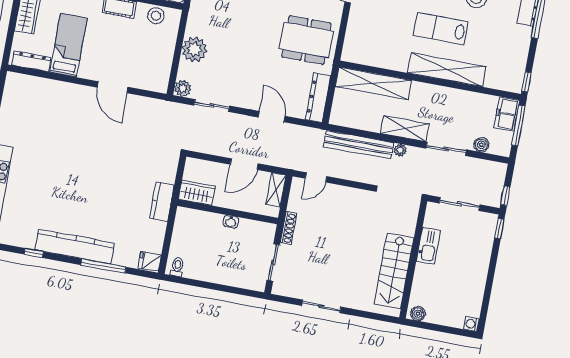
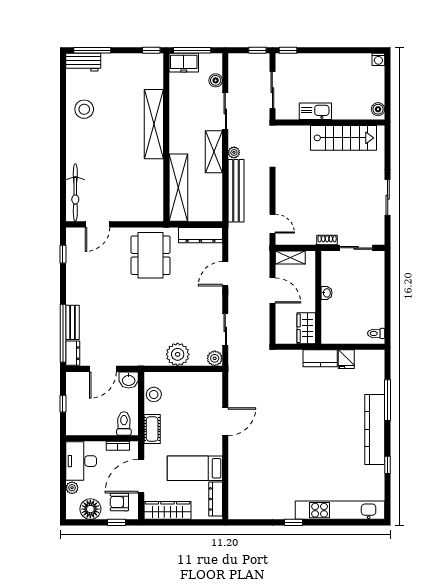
lab bench: (440, 29) -> (118, 137), removed
shoe rack: (288, 228) -> (327, 240), width x0.70
fridge: (150, 261) -> (346, 359), moved

